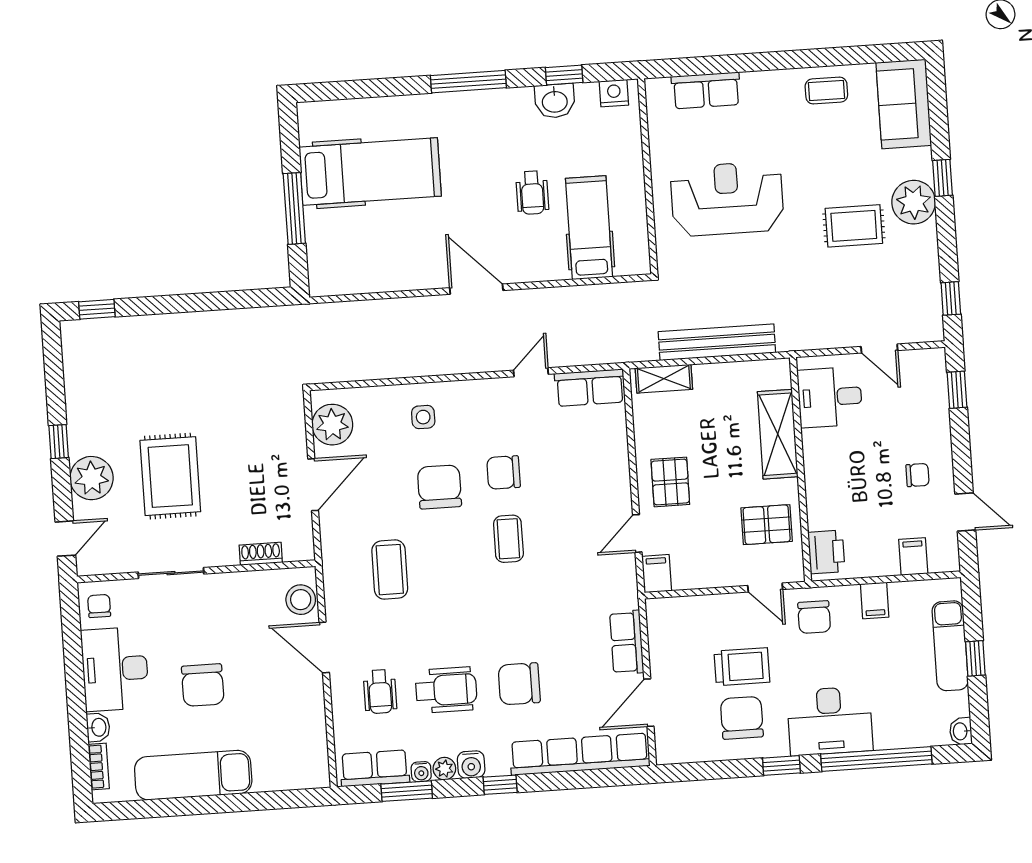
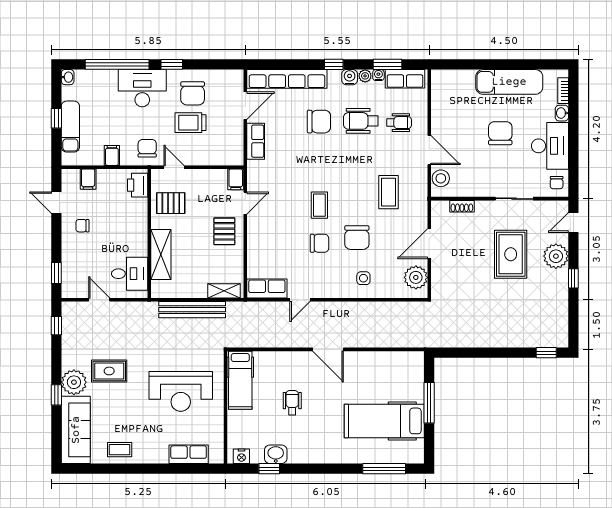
window: (468, 82) -> (384, 469), moved
sofa: (904, 104) -> (76, 430), width x1.36
hospital bed: (589, 228) -> (240, 380), moved
wheelchair: (380, 691) -> (399, 123), turned 90

